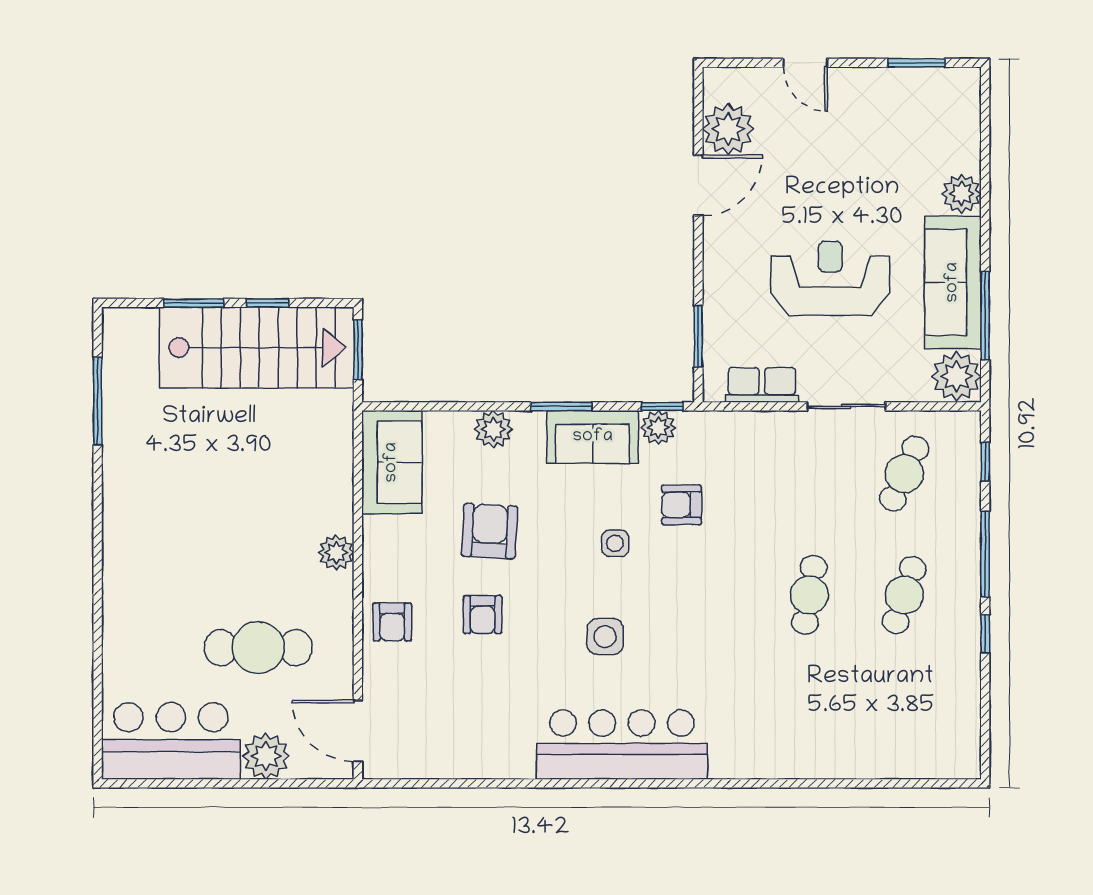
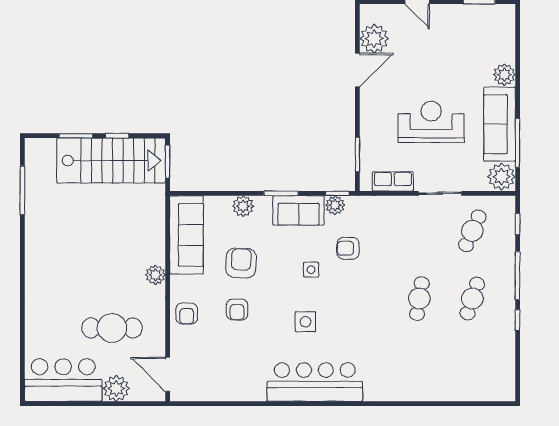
sofa: (392, 462) -> (187, 235), width x1.36

